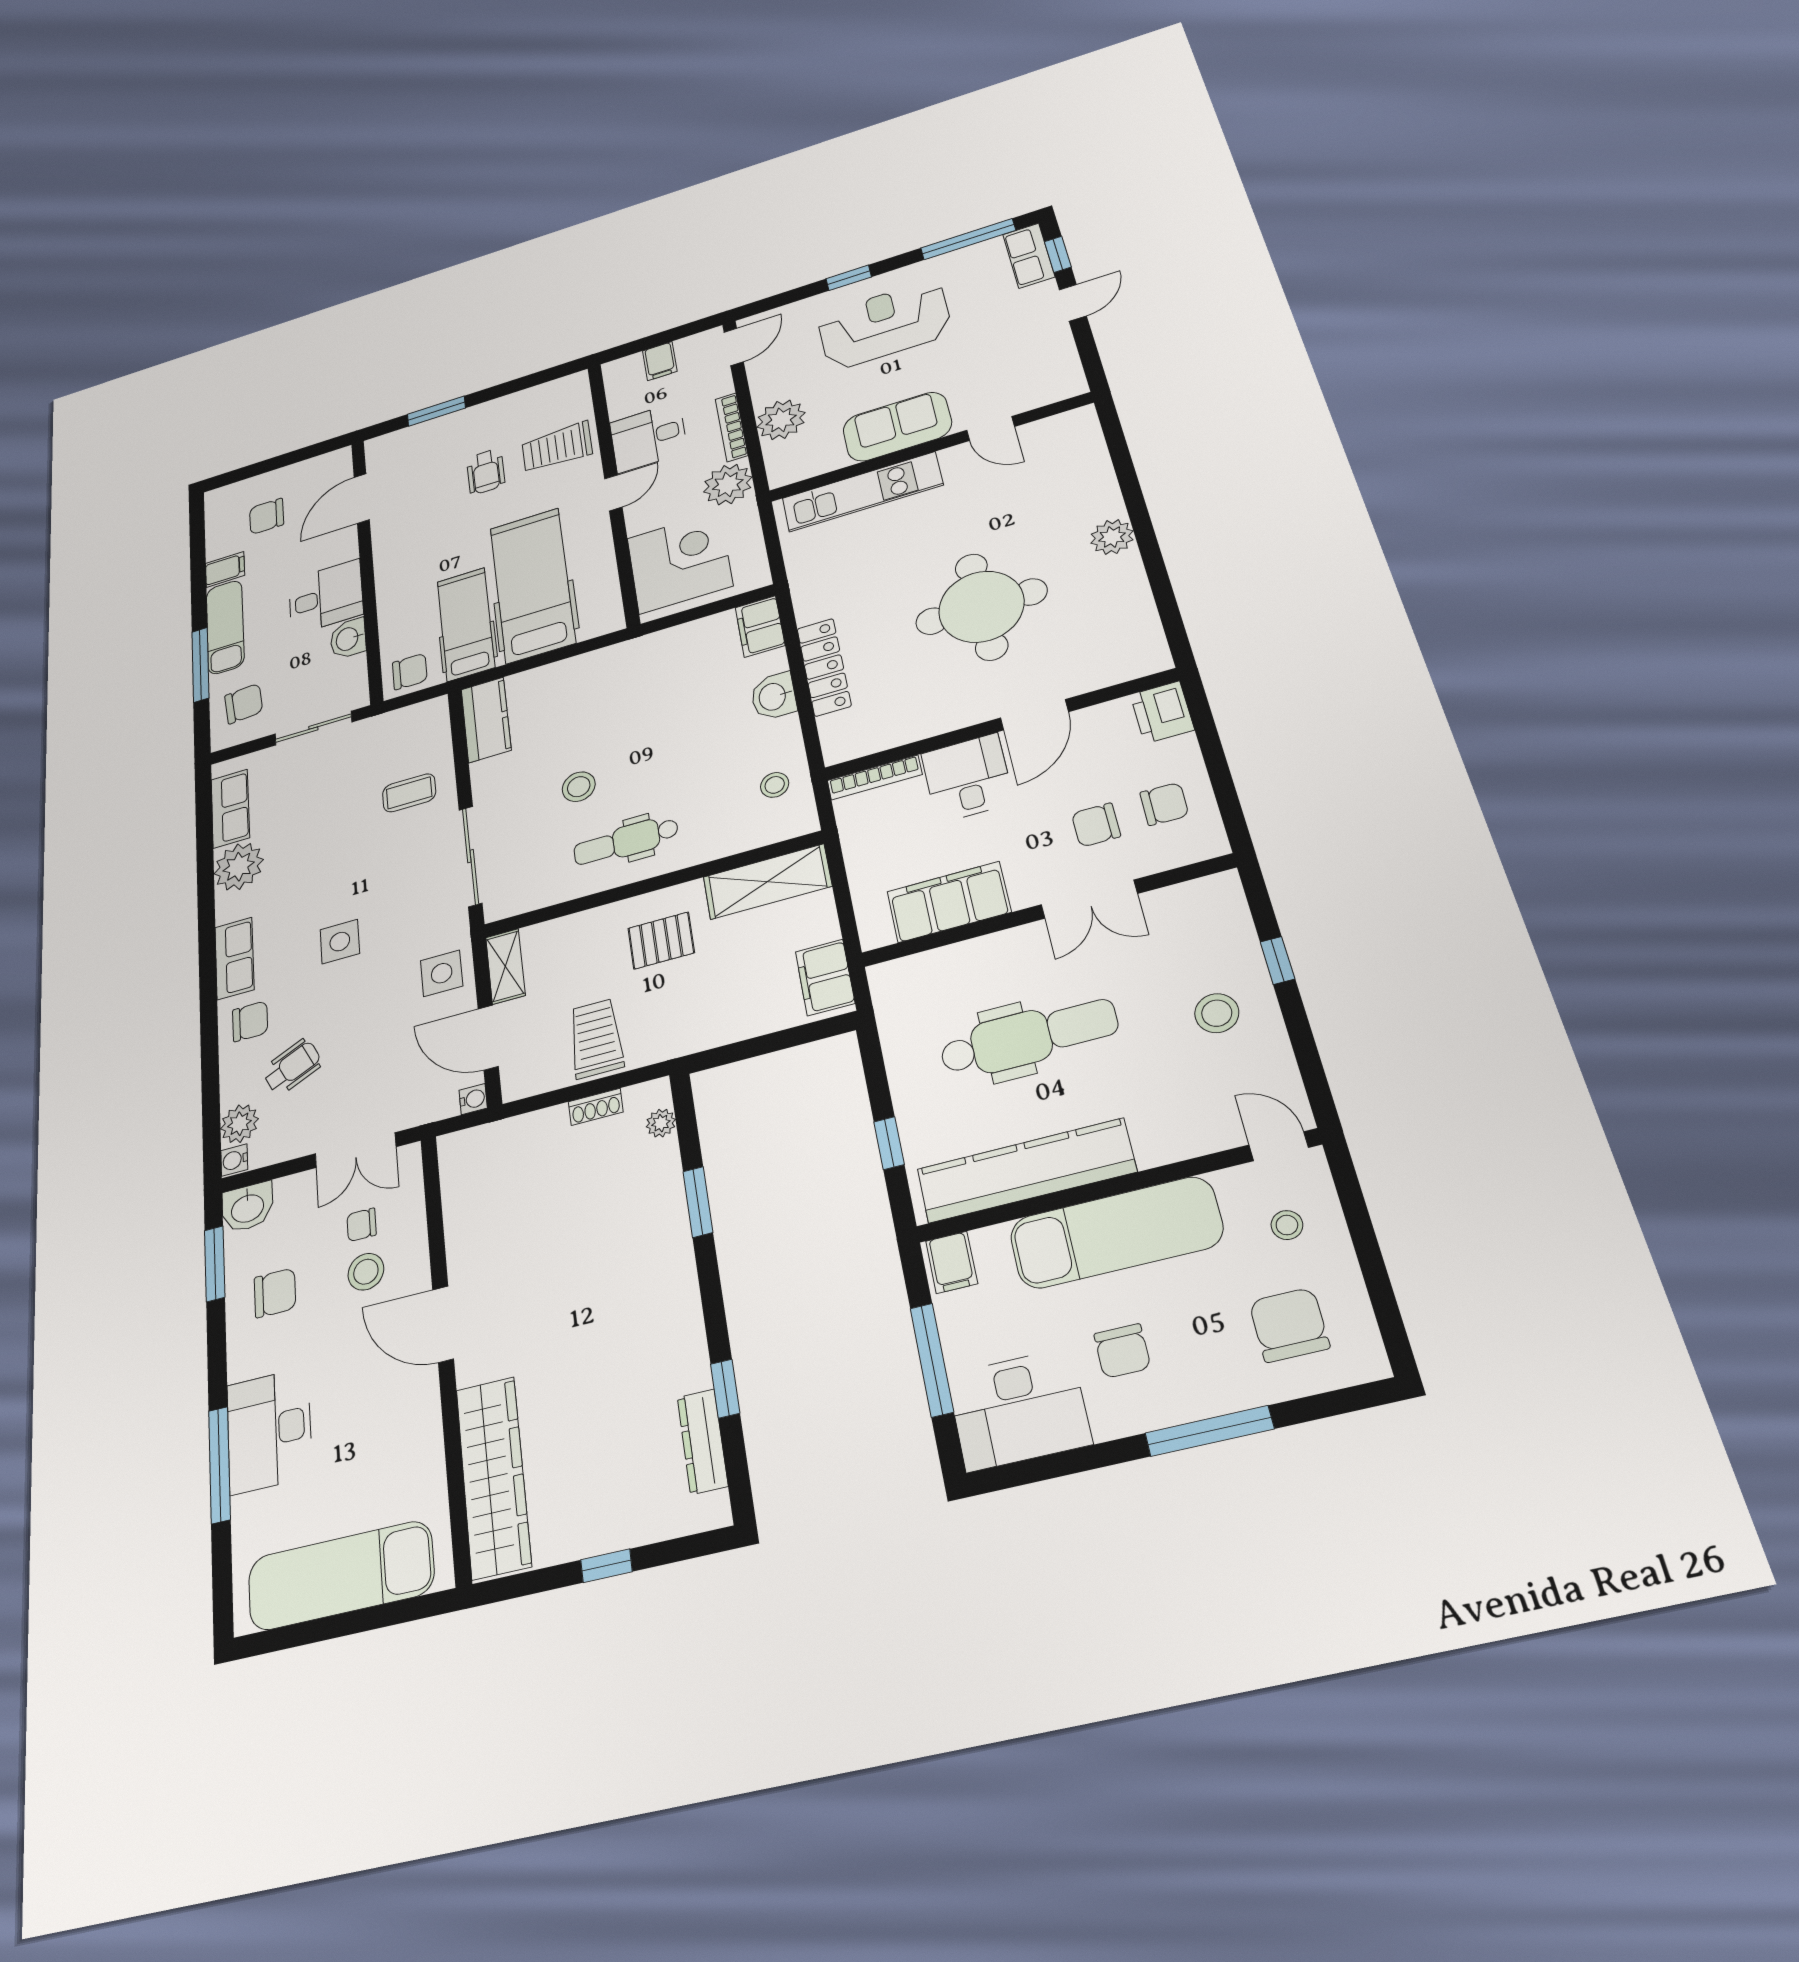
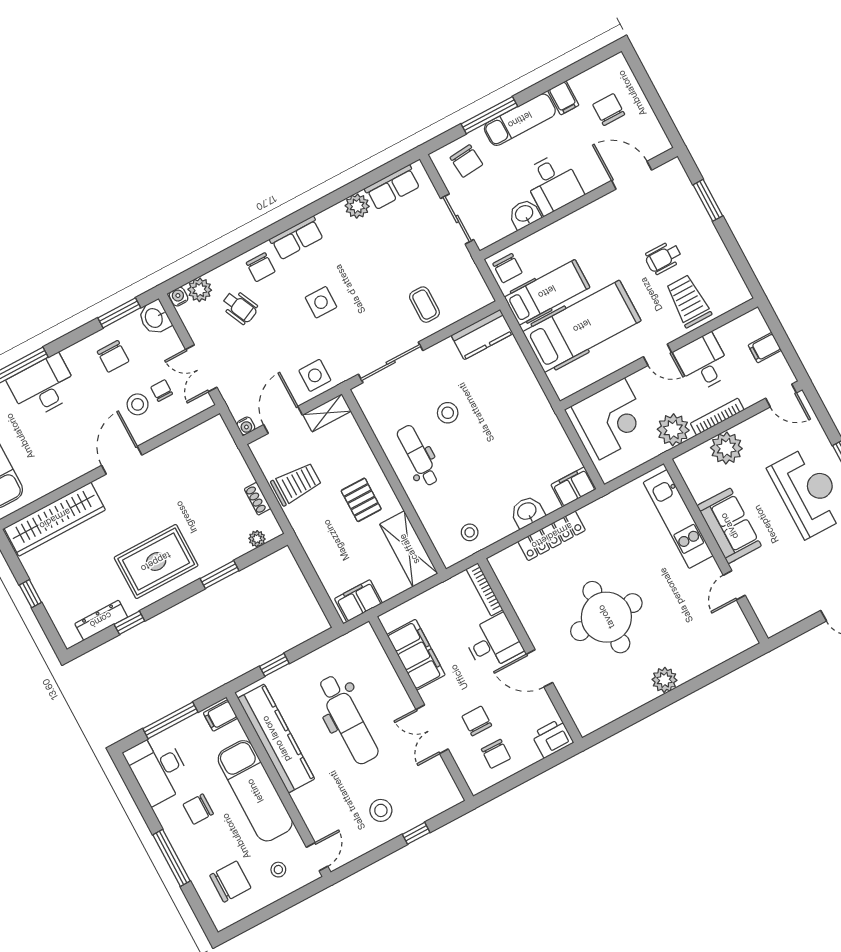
plant: (239, 867) -> (357, 206), width x0.73, depth x0.73
rug: (635, 1309) -> (156, 562), added

